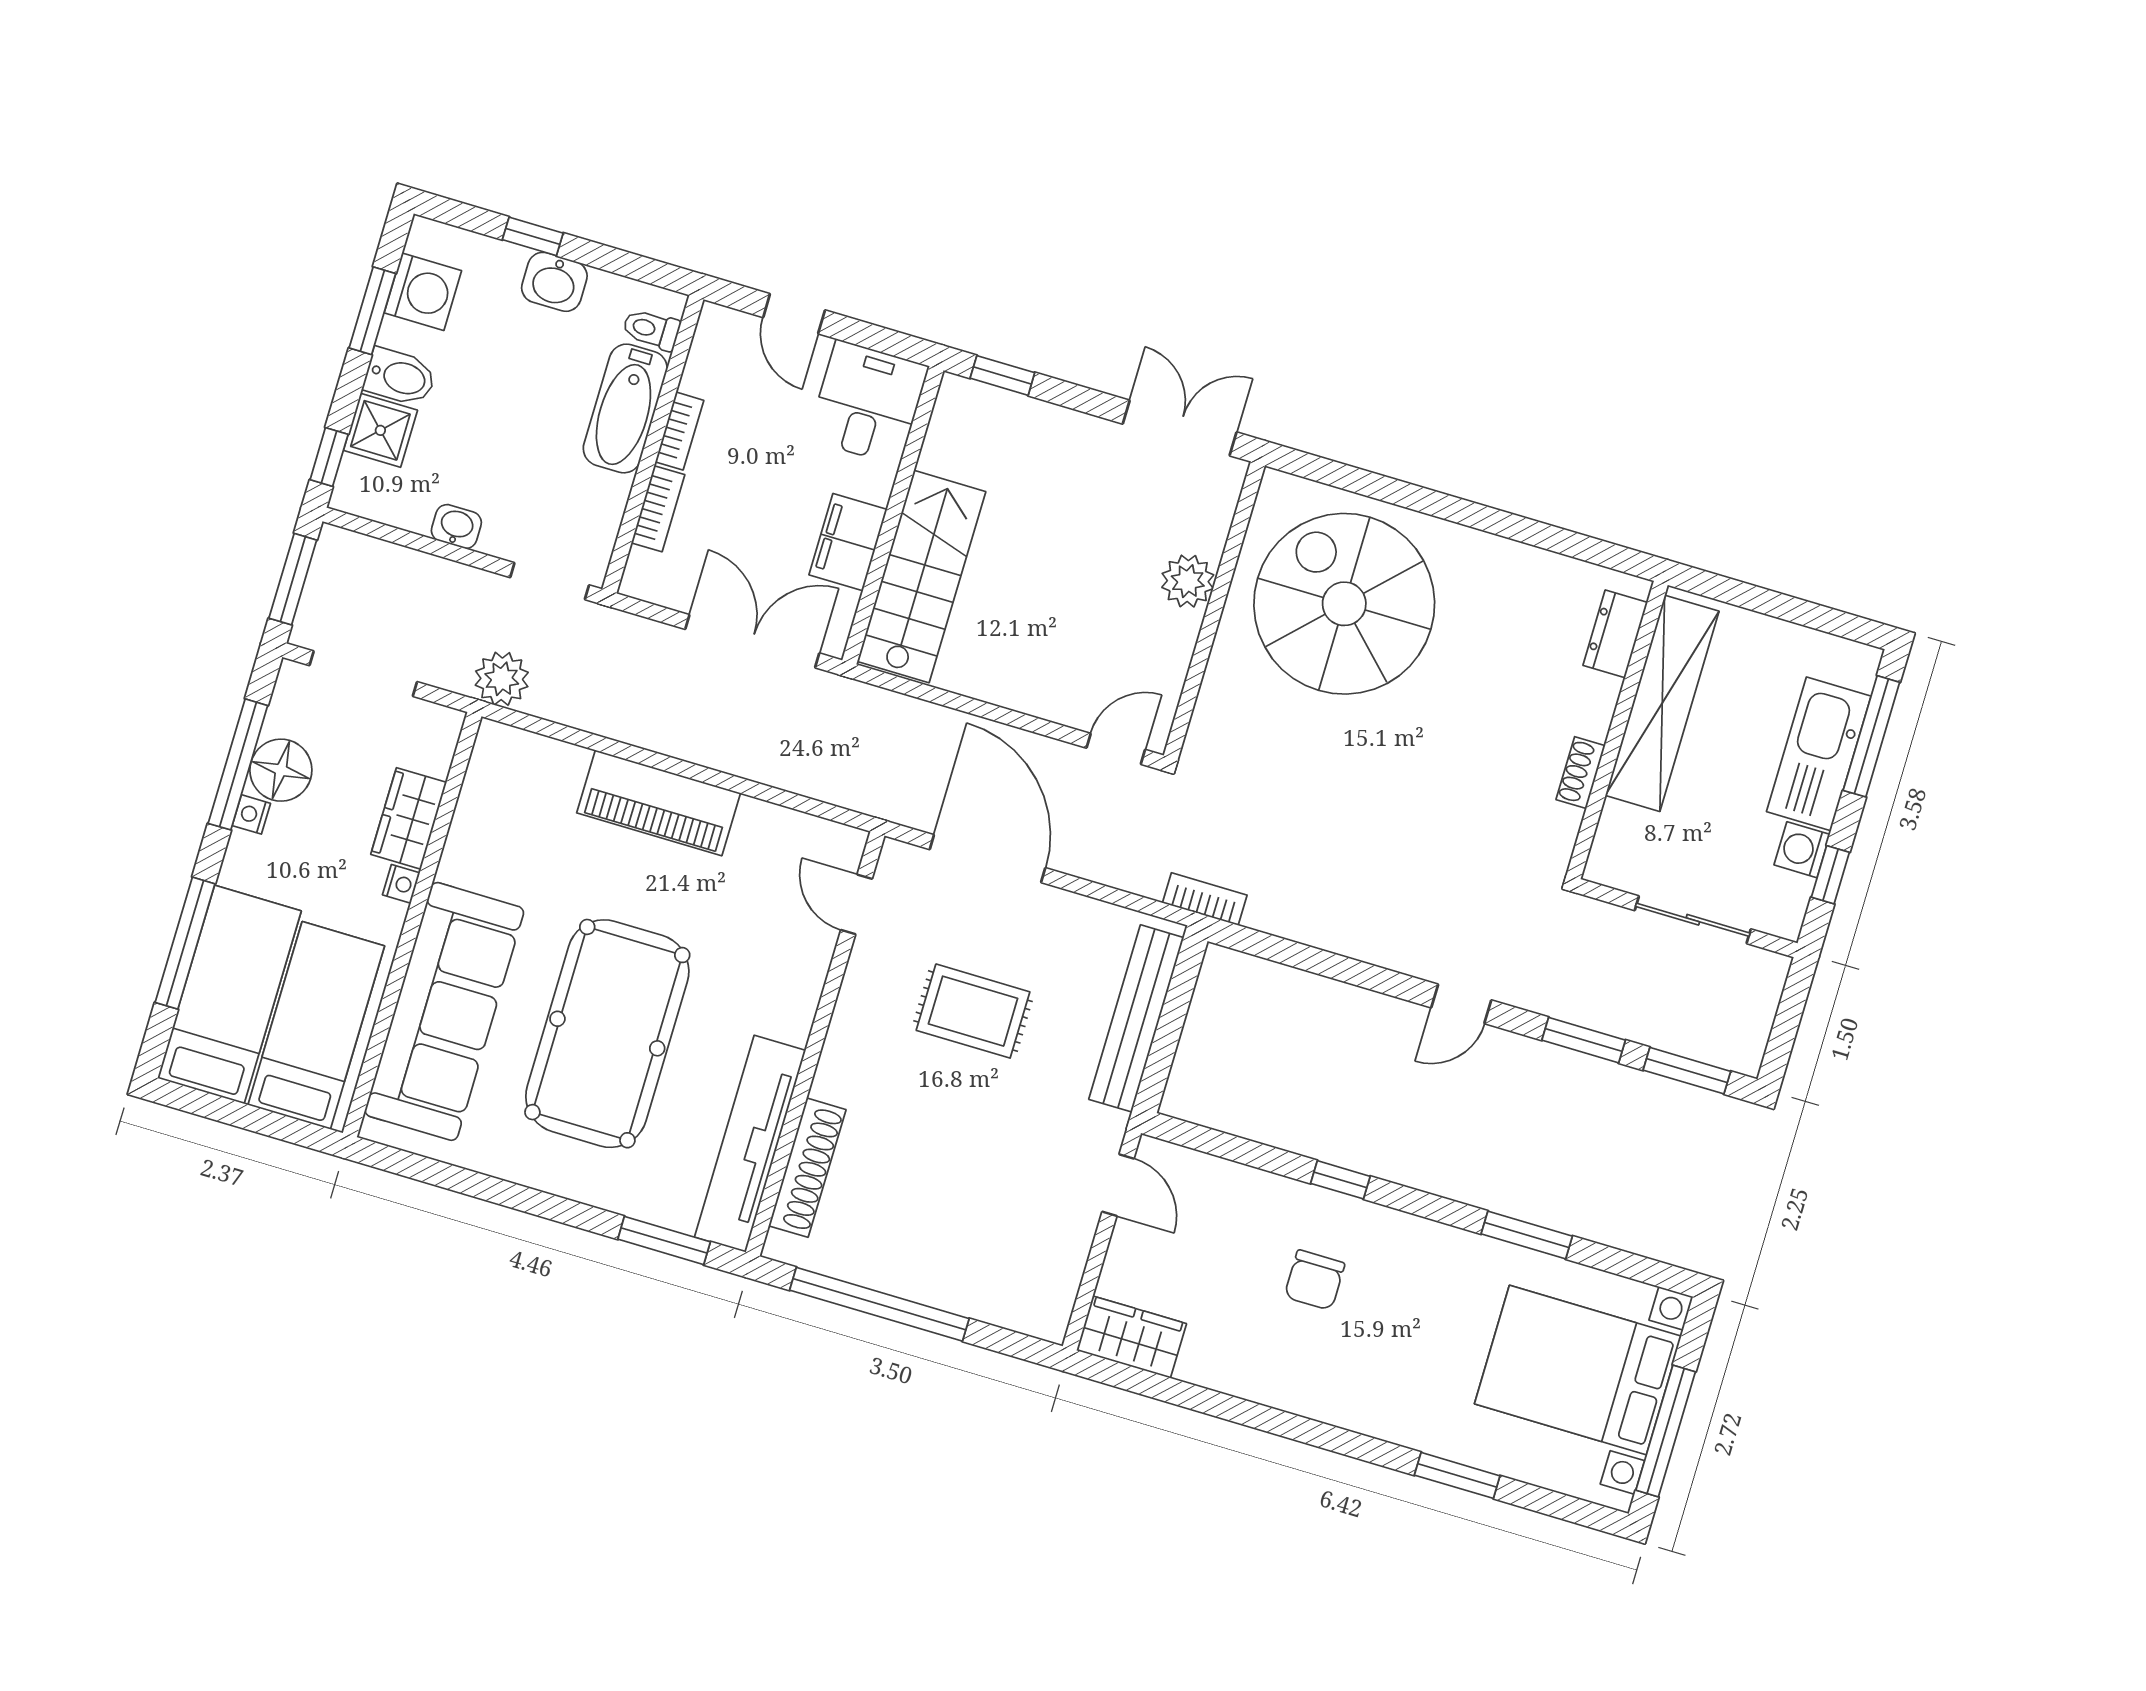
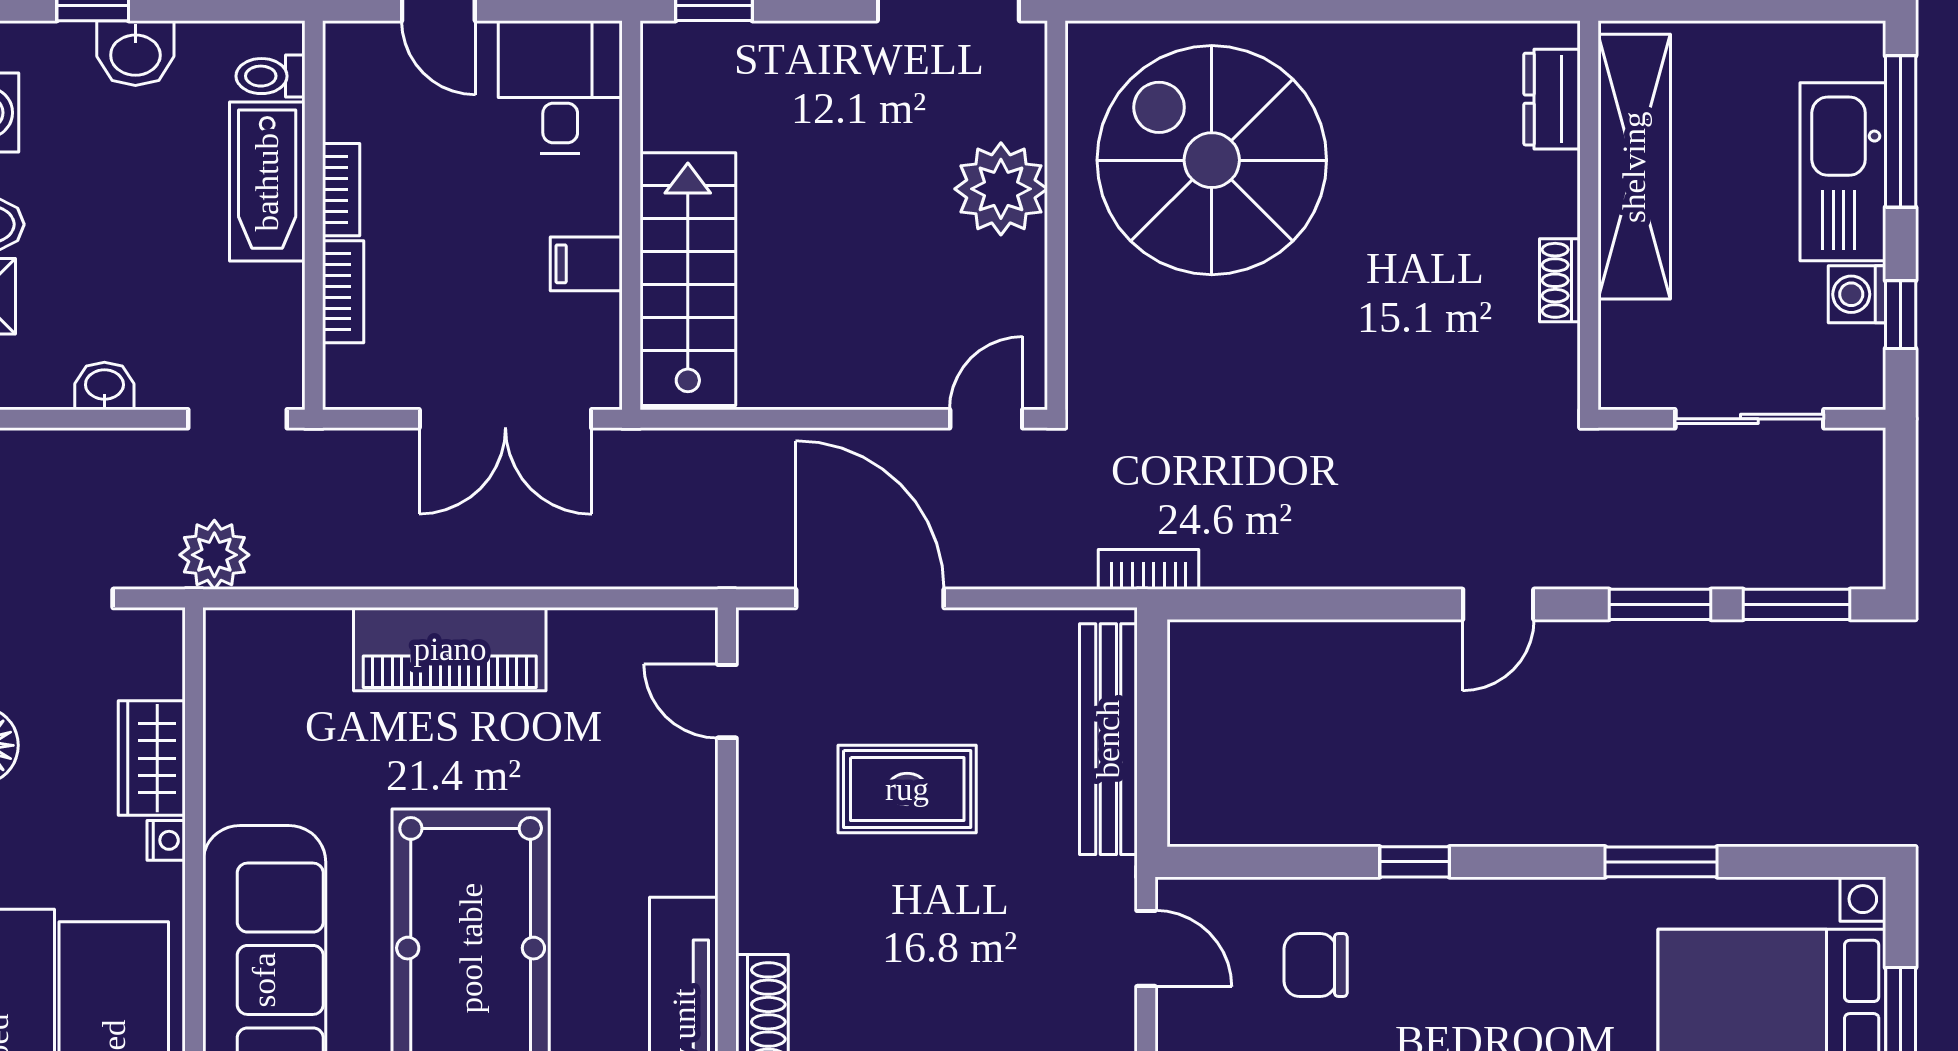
filing cabinet: (848, 542) -> (586, 264), width x0.50
plant: (1188, 581) -> (1001, 189), width x1.36, depth x1.36
double door: (752, 641) -> (505, 419), swing flipped
chair: (1315, 1280) -> (1316, 965), moved, turned 90

